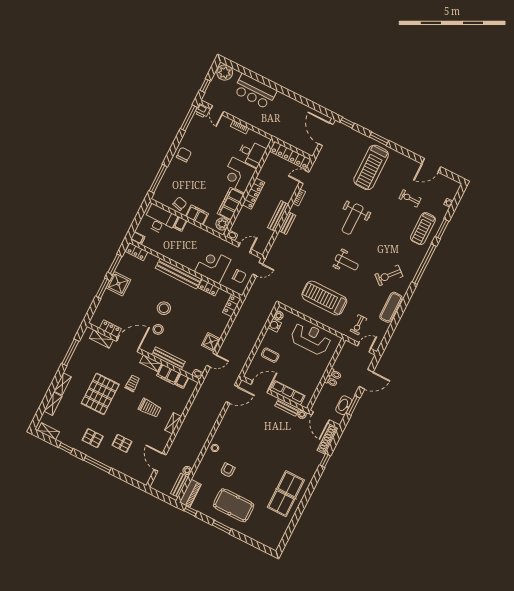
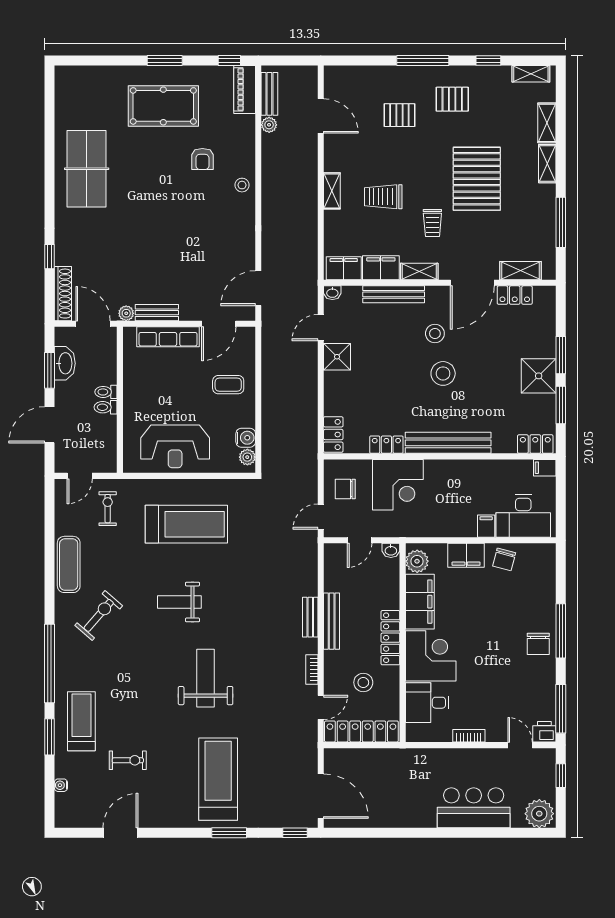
window: (158, 179) -> (561, 631), moved
stool: (278, 179) -> (363, 682), added
filing cabinet: (182, 381) -> (344, 268), width x2.00

